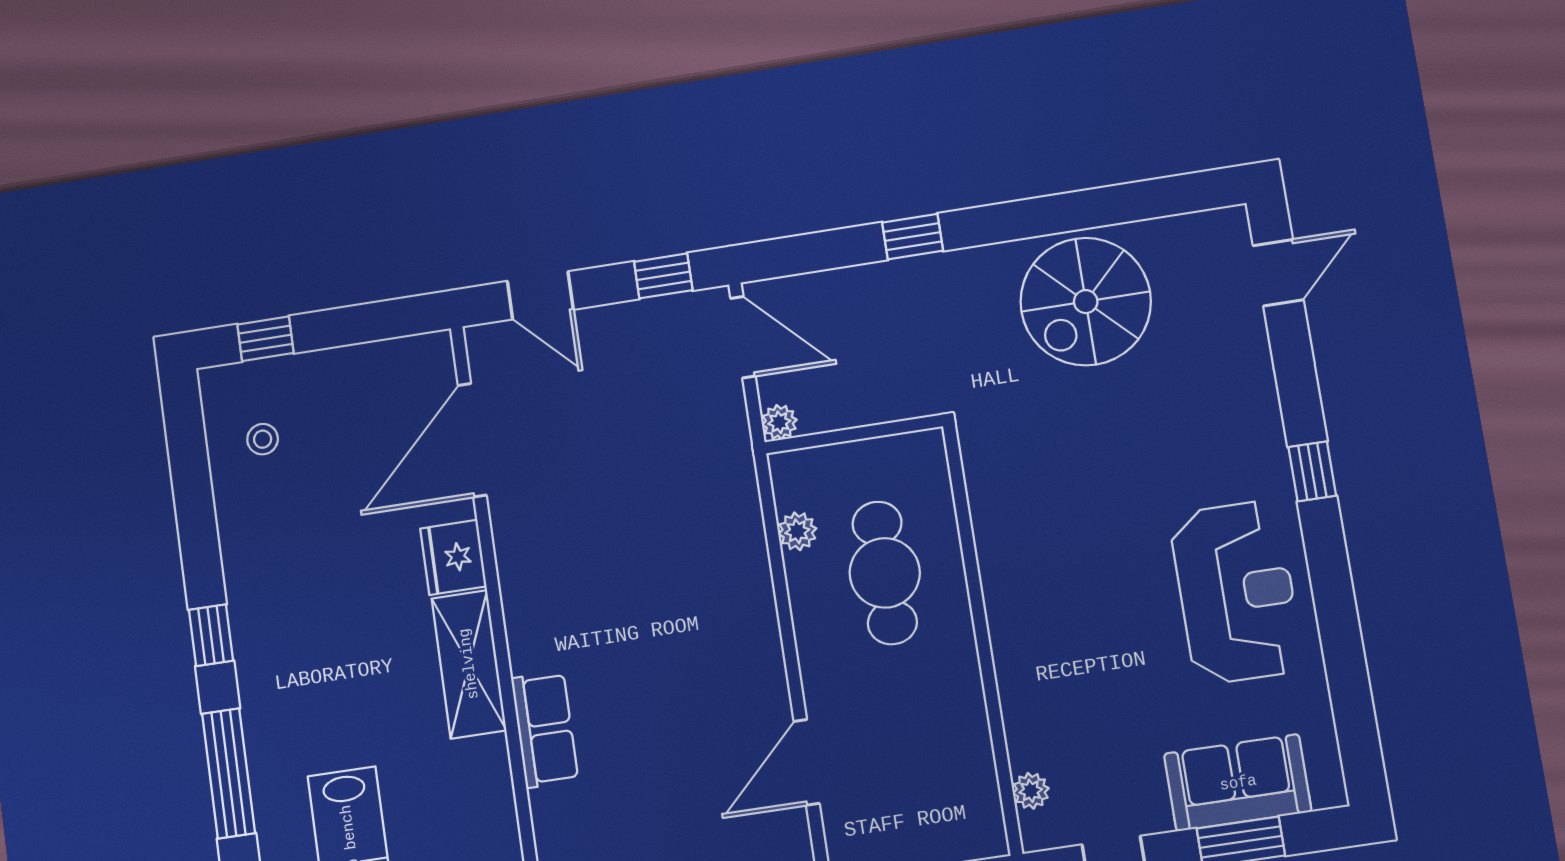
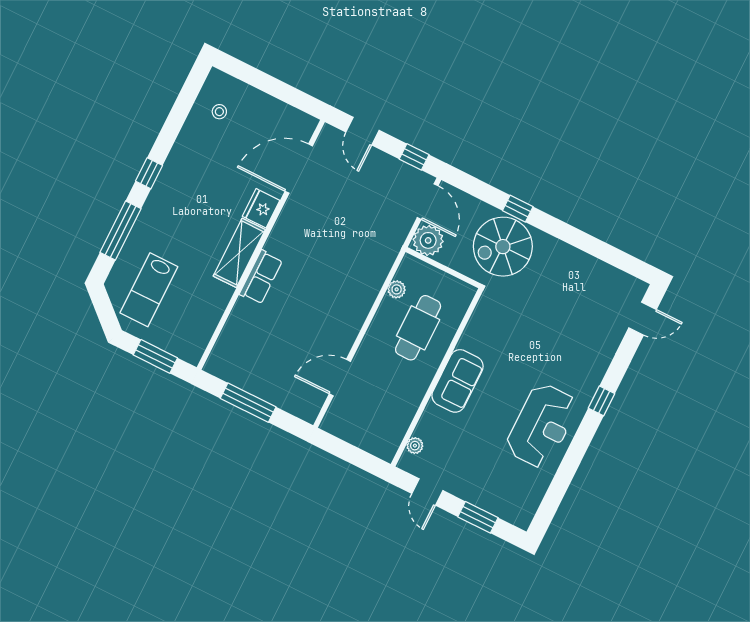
spiral stairs: (1086, 302) -> (503, 247), moved
window: (266, 339) -> (247, 73), removed
plant: (779, 422) -> (428, 240), width x1.88, depth x1.88
row of seats: (545, 729) -> (261, 277), moved
sofa: (1238, 783) -> (458, 381), moved, turned 90

